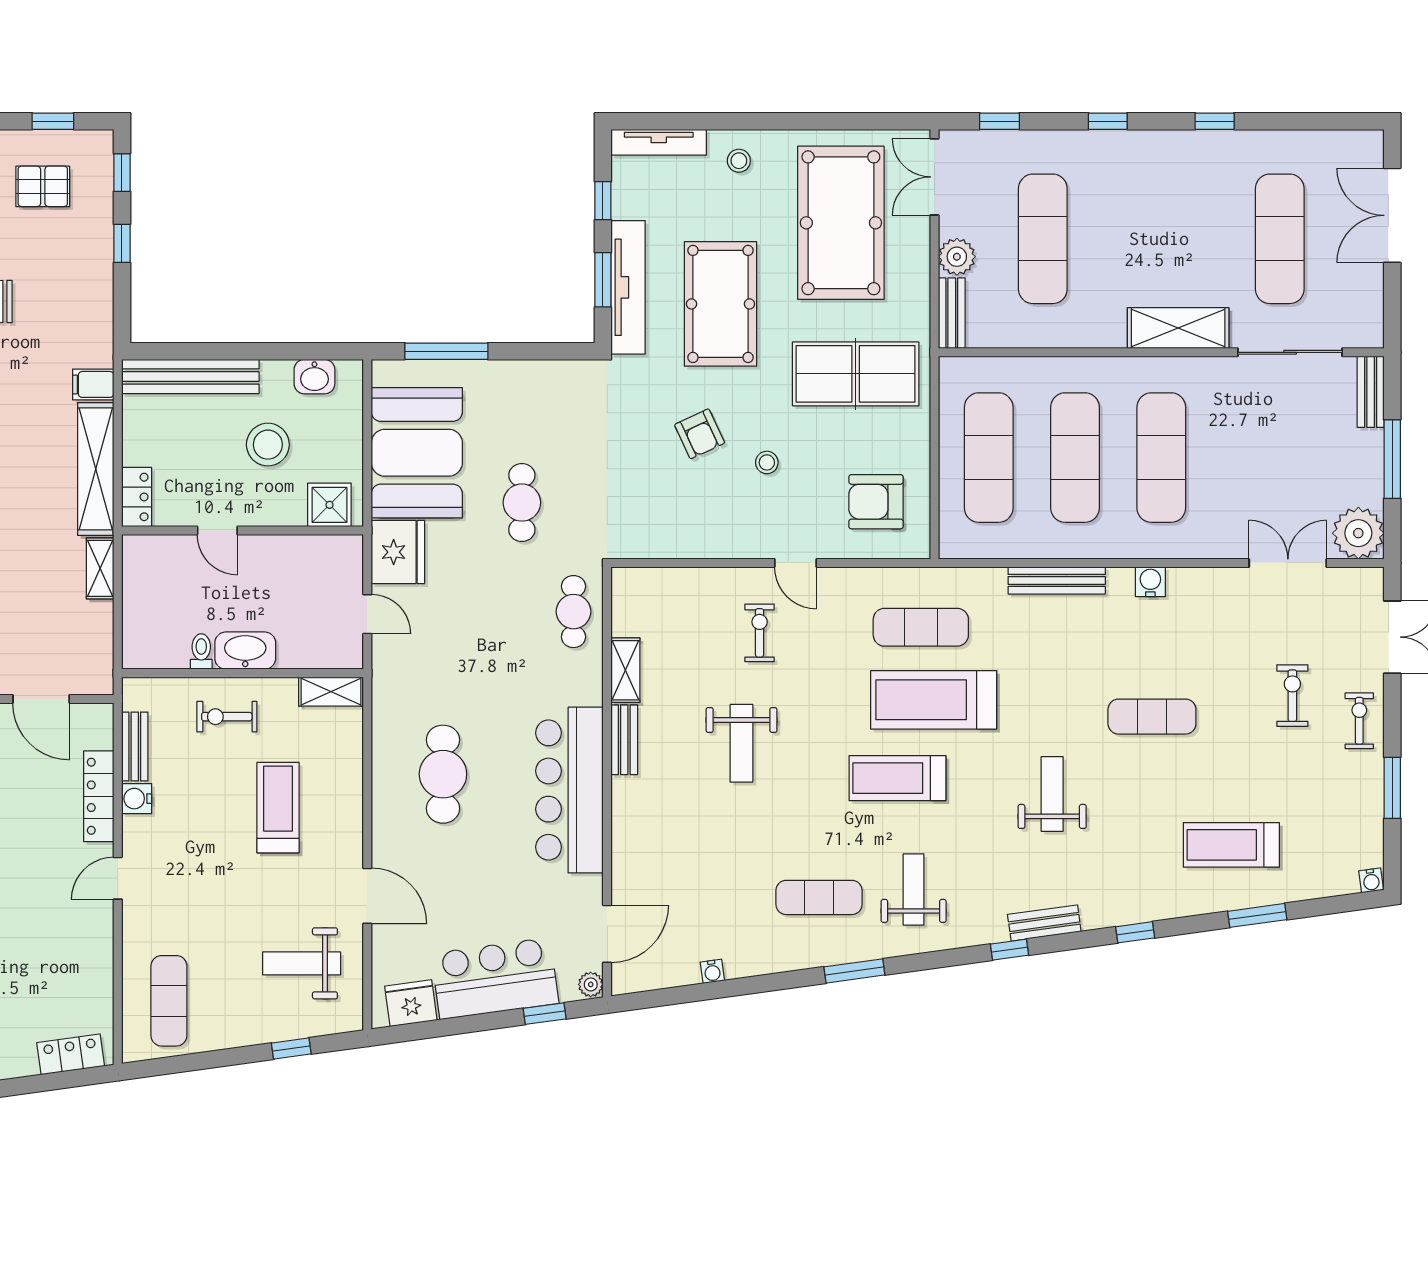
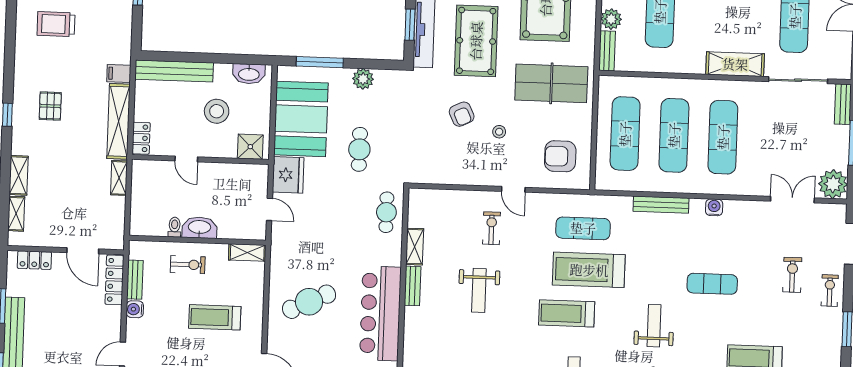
washbasin: (314, 377) -> (249, 74), width x1.38
plant: (524, 378) -> (363, 79), added
exercise bike: (227, 717) -> (188, 265), turned 180
cafe table: (443, 774) -> (309, 302), turned 65
locker: (99, 796) -> (114, 280), moved
treadmill: (278, 808) -> (215, 317), turned -90

